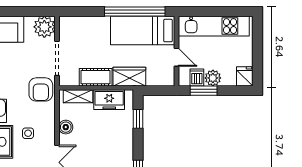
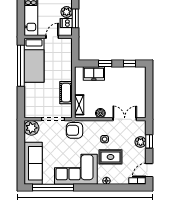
wardrobe: (129, 77) -> (66, 69), removed
armchair: (41, 89) -> (74, 130), turned 180
freezer: (109, 100) -> (94, 74), moved, turned 90
window: (138, 119) -> (105, 64), moved

